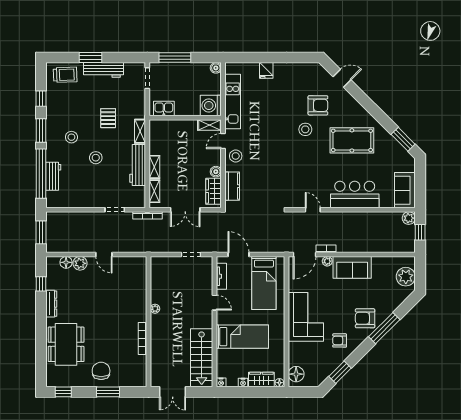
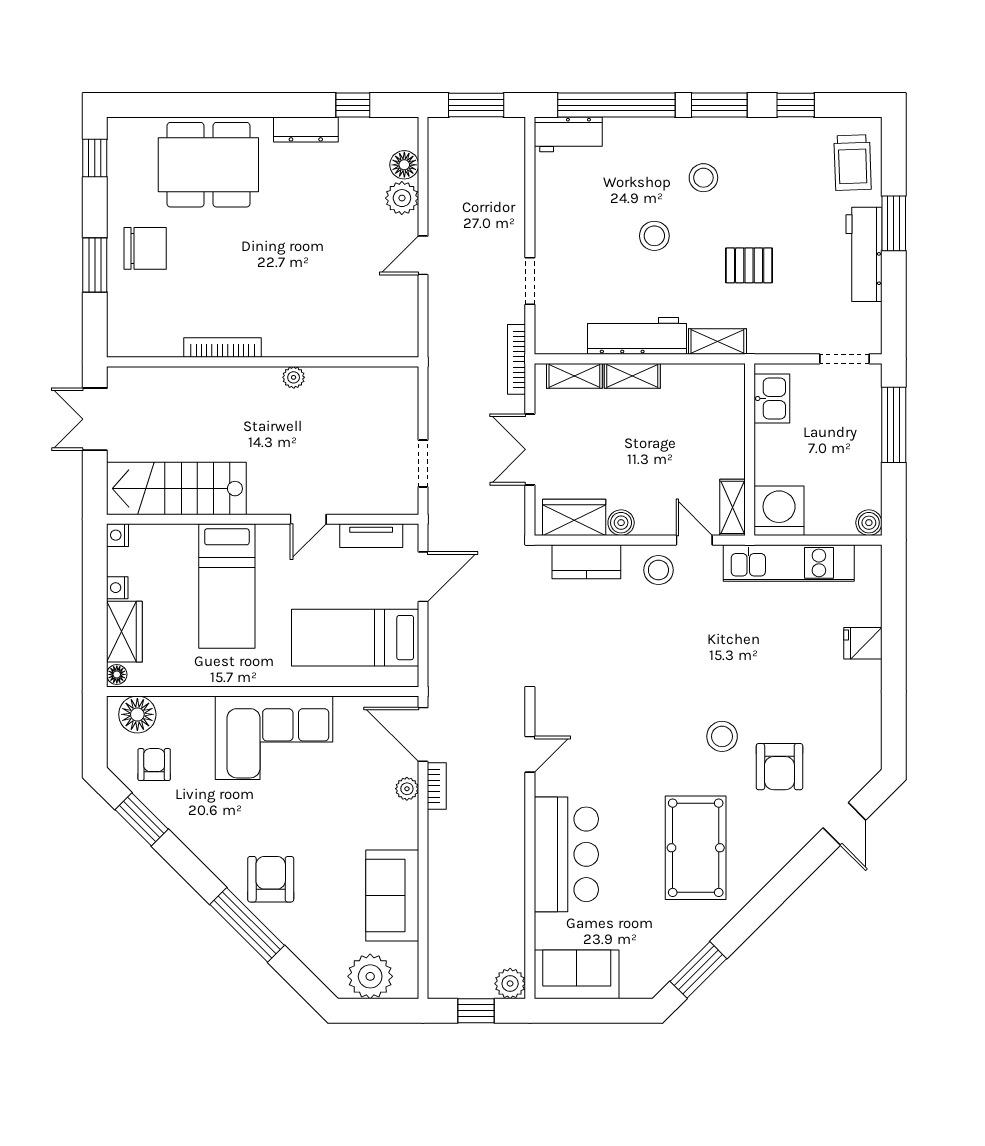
workbench: (53, 176) -> (568, 134), moved
sofa: (352, 267) -> (392, 895), moved
armchair: (340, 340) -> (154, 765), moved

